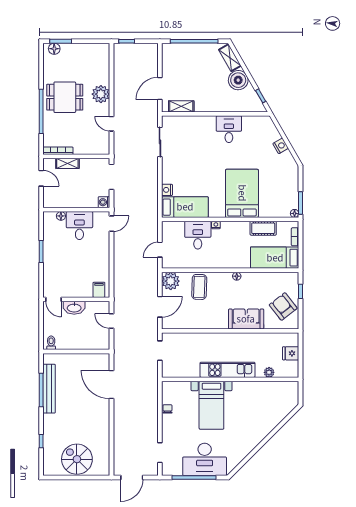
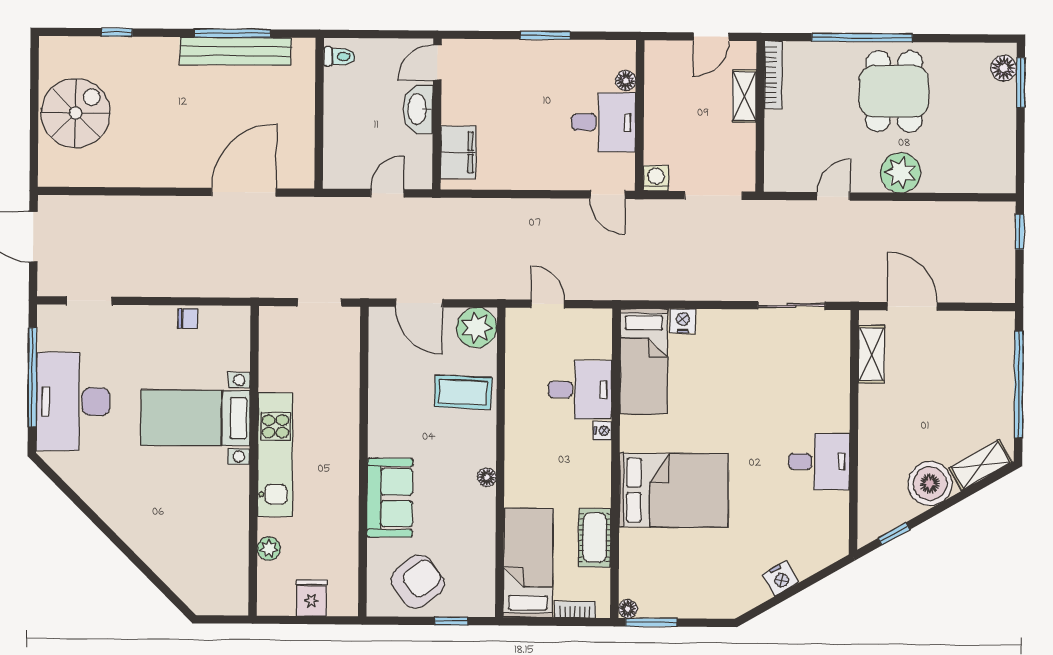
filing cabinet: (99, 290) -> (458, 152), width x2.00

